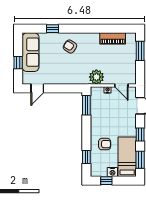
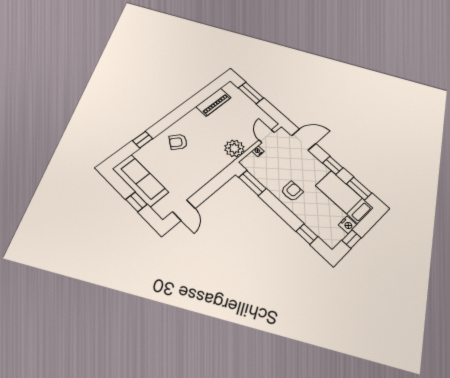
door: (121, 85) -> (267, 136), swing flipped
armchair: (105, 144) -> (292, 191), moved

